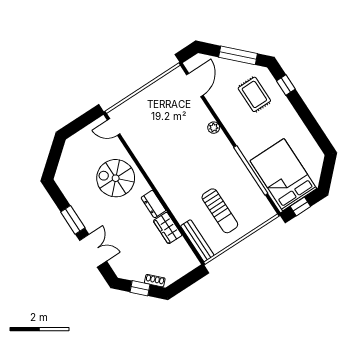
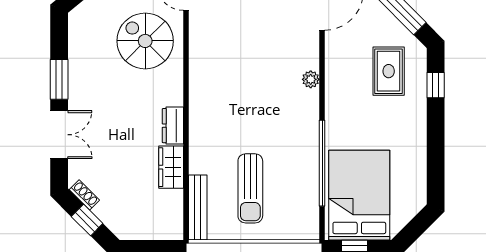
spiral stairs: (116, 178) -> (145, 41), moved
shoe rack: (155, 281) -> (84, 195), moved

